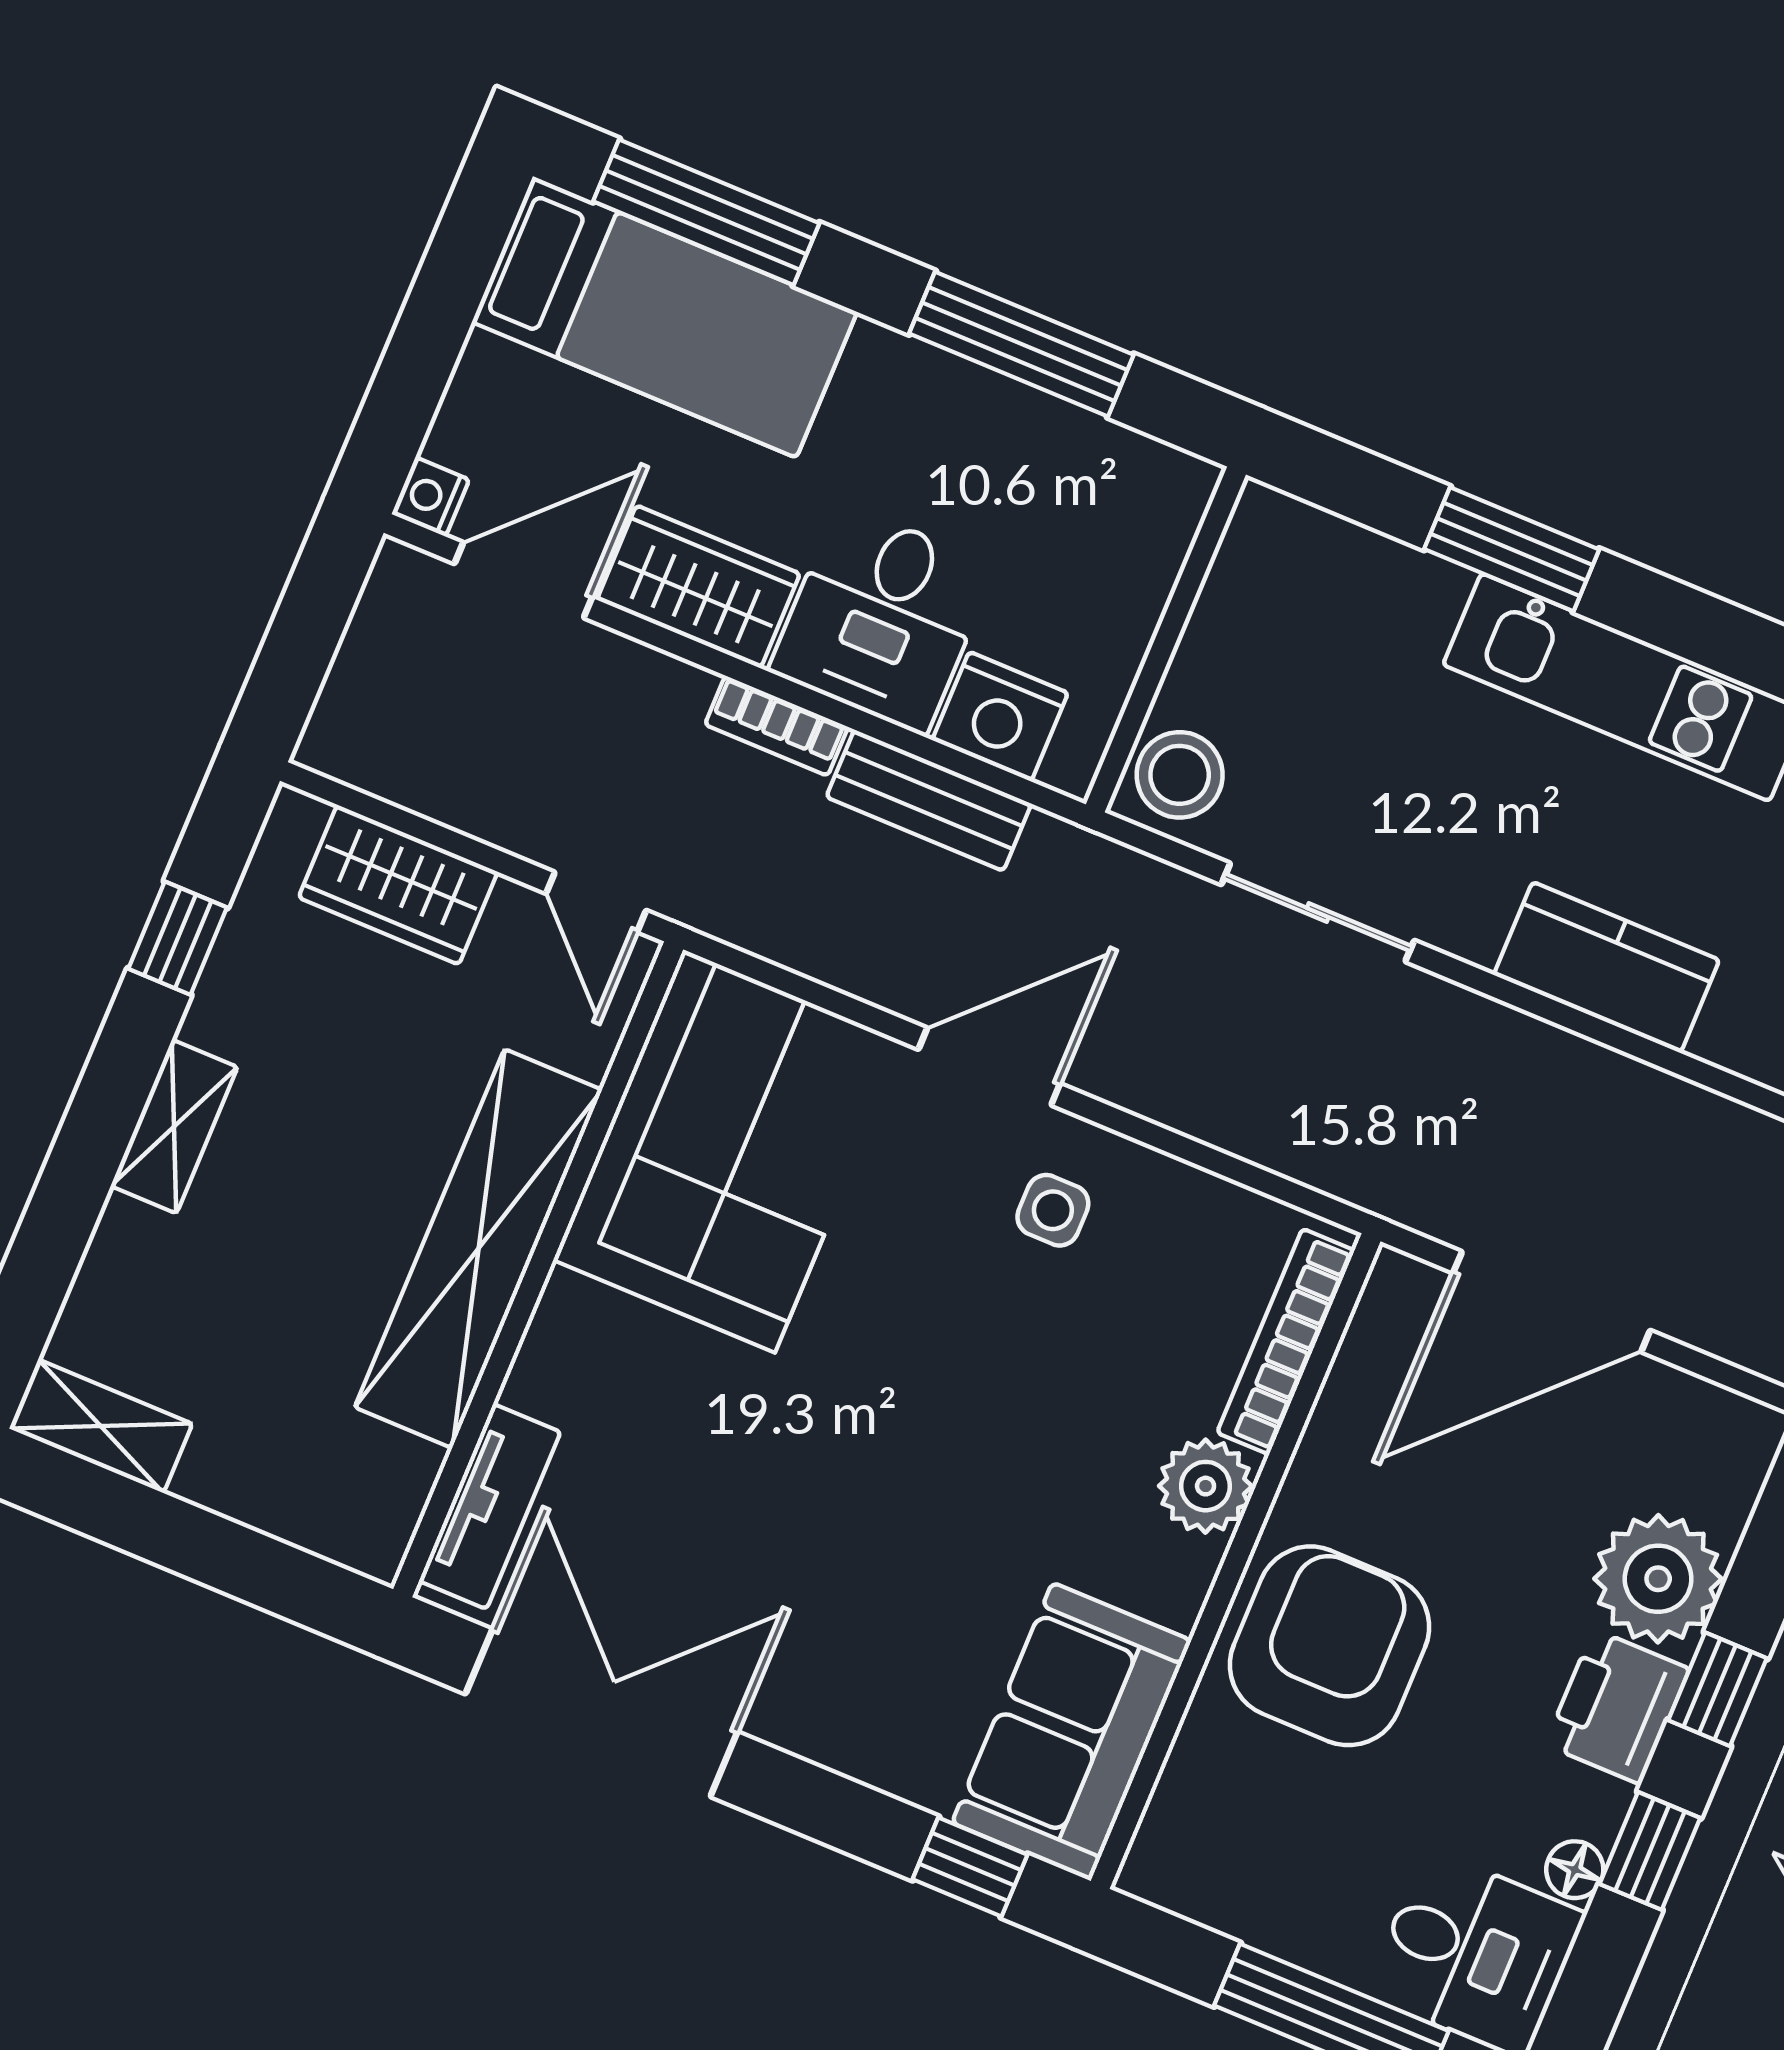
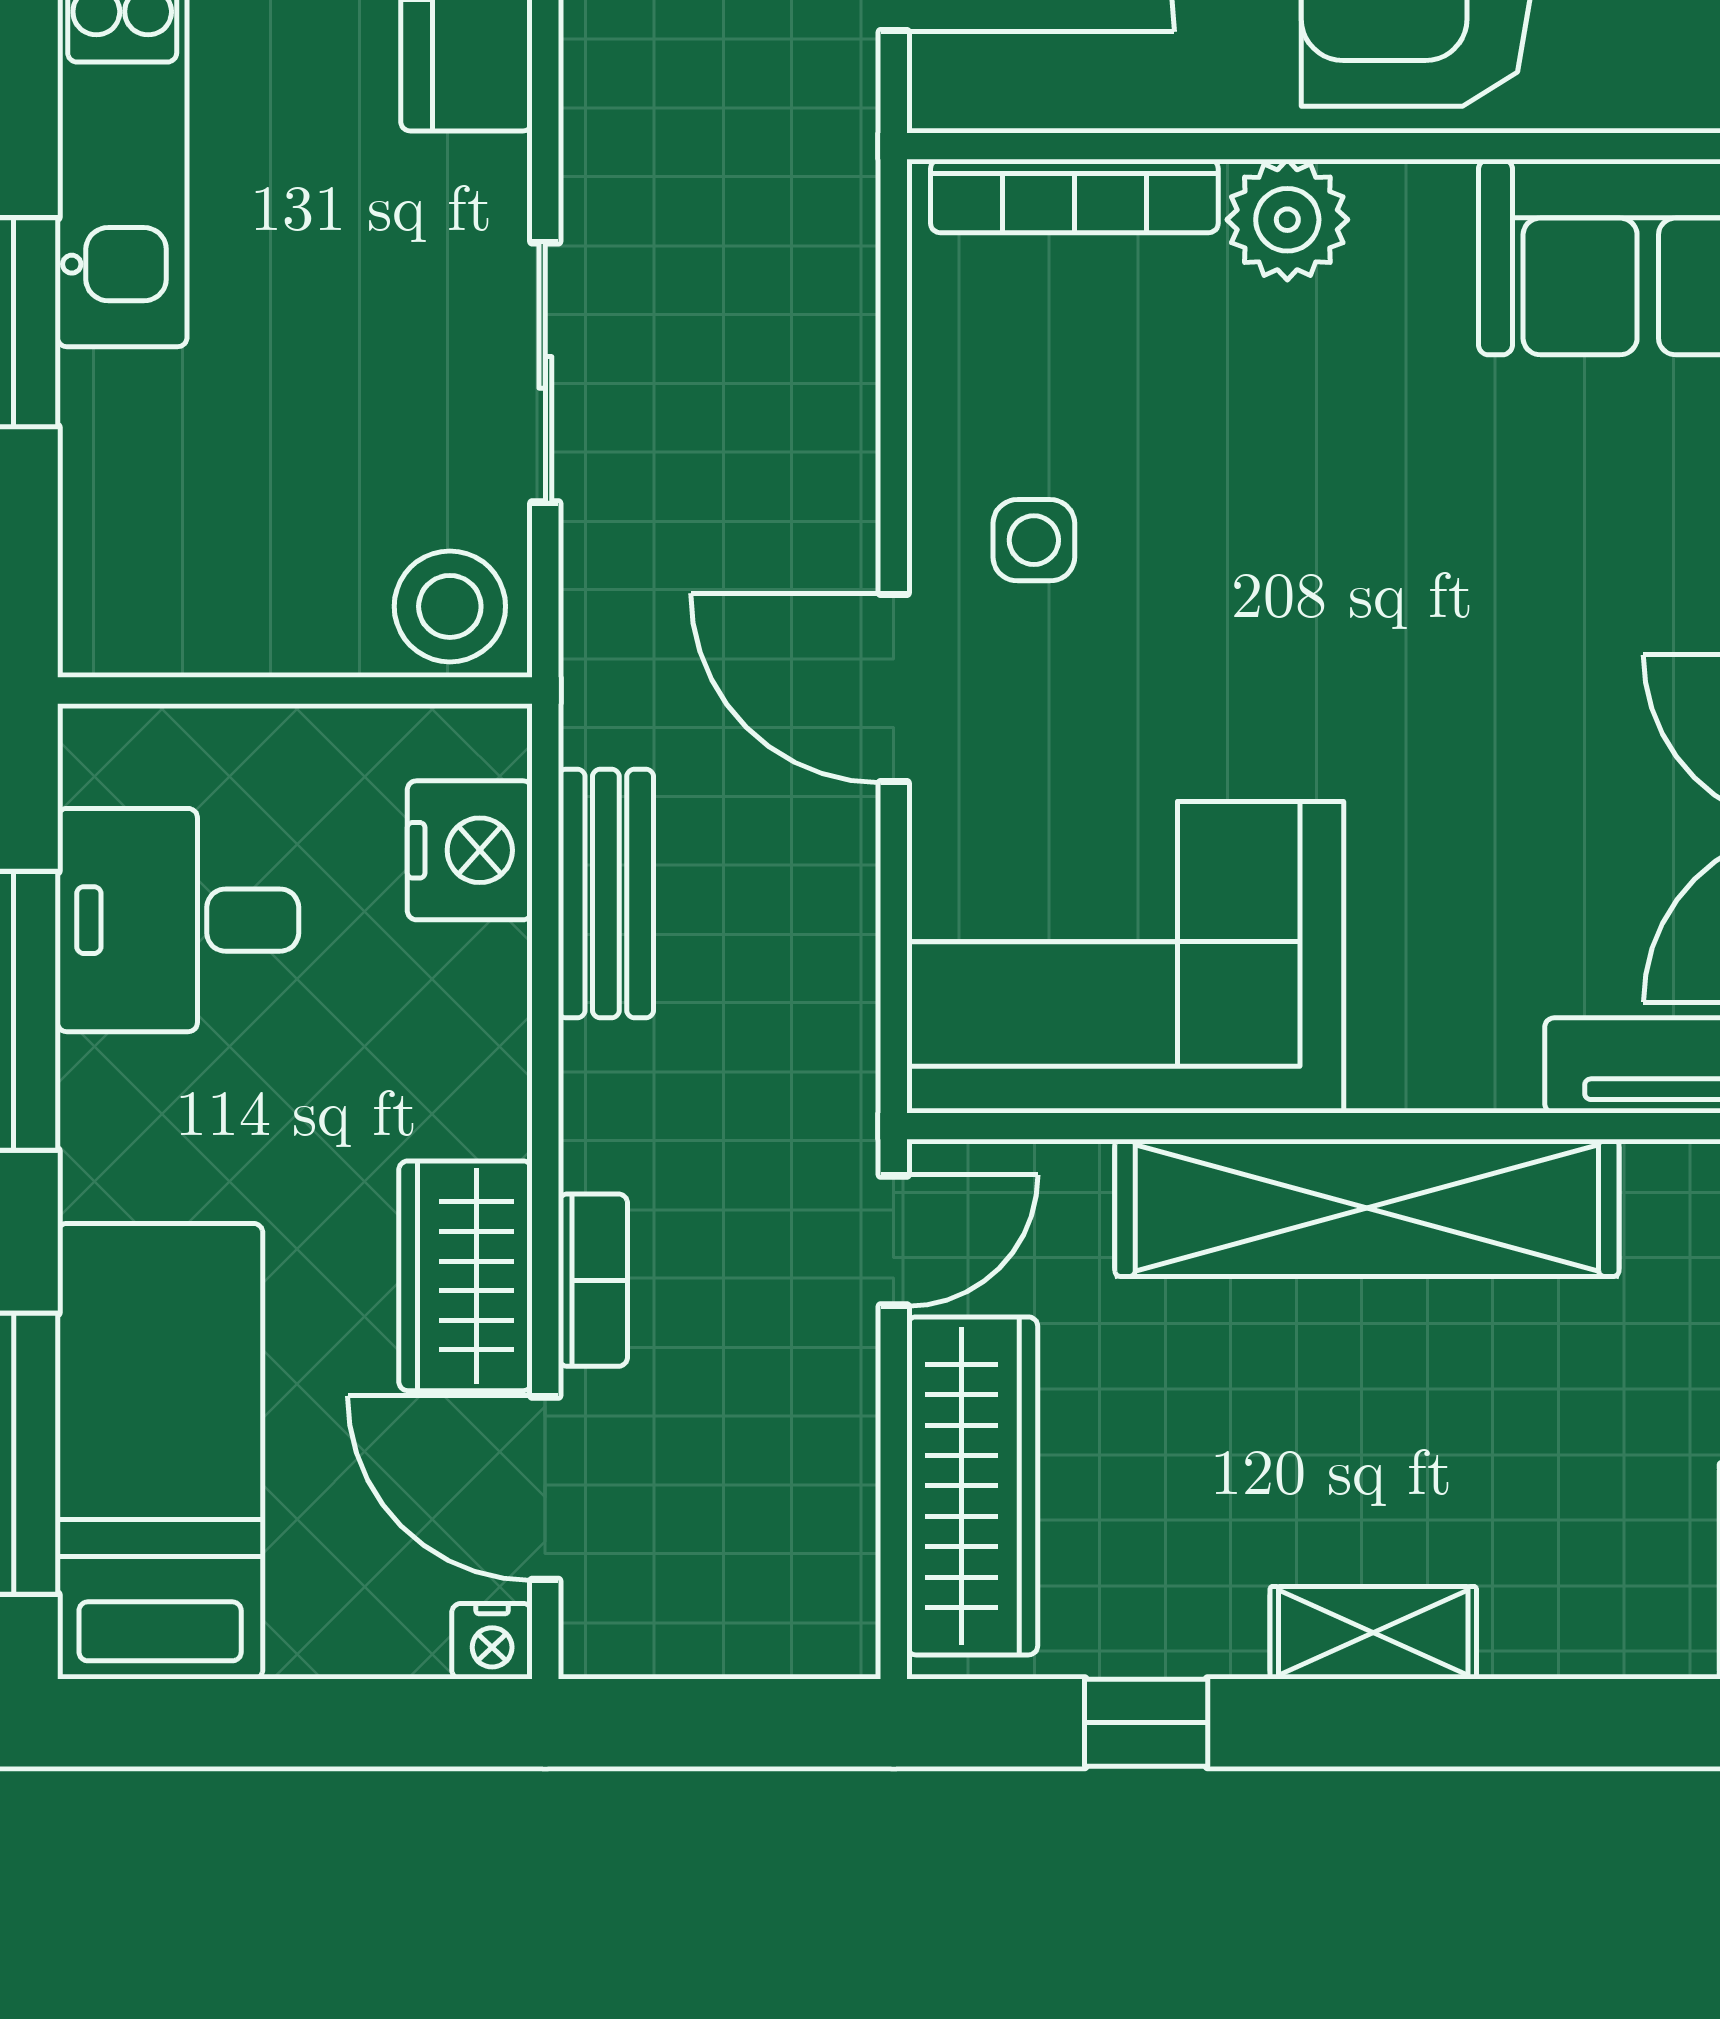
desk: (882, 618) -> (178, 920), moved, turned 180
bookcase: (776, 726) -> (593, 1280), moved
wardrobe: (398, 885) -> (972, 1486), width x1.50

